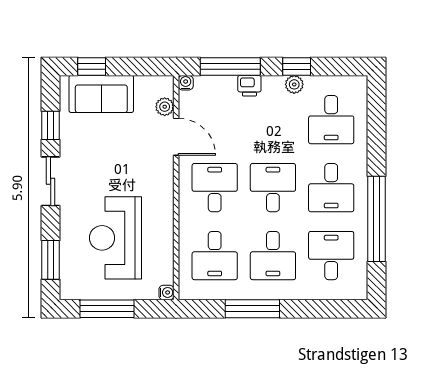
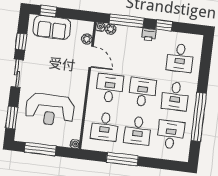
plant: (294, 84) -> (111, 29), moved
printer: (249, 86) -> (149, 35), moved
reception desk: (116, 238) -> (50, 110), turned -90

